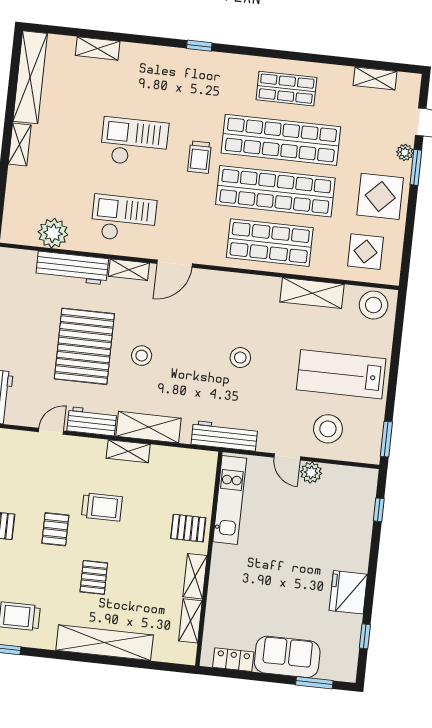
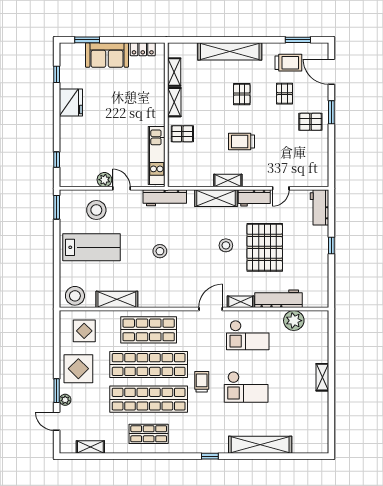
shelving: (98, 48) -> (260, 445), width x2.20, depth x1.33
shelving: (30, 77) -> (320, 423), removed
pallet: (55, 529) -> (285, 94), moved

